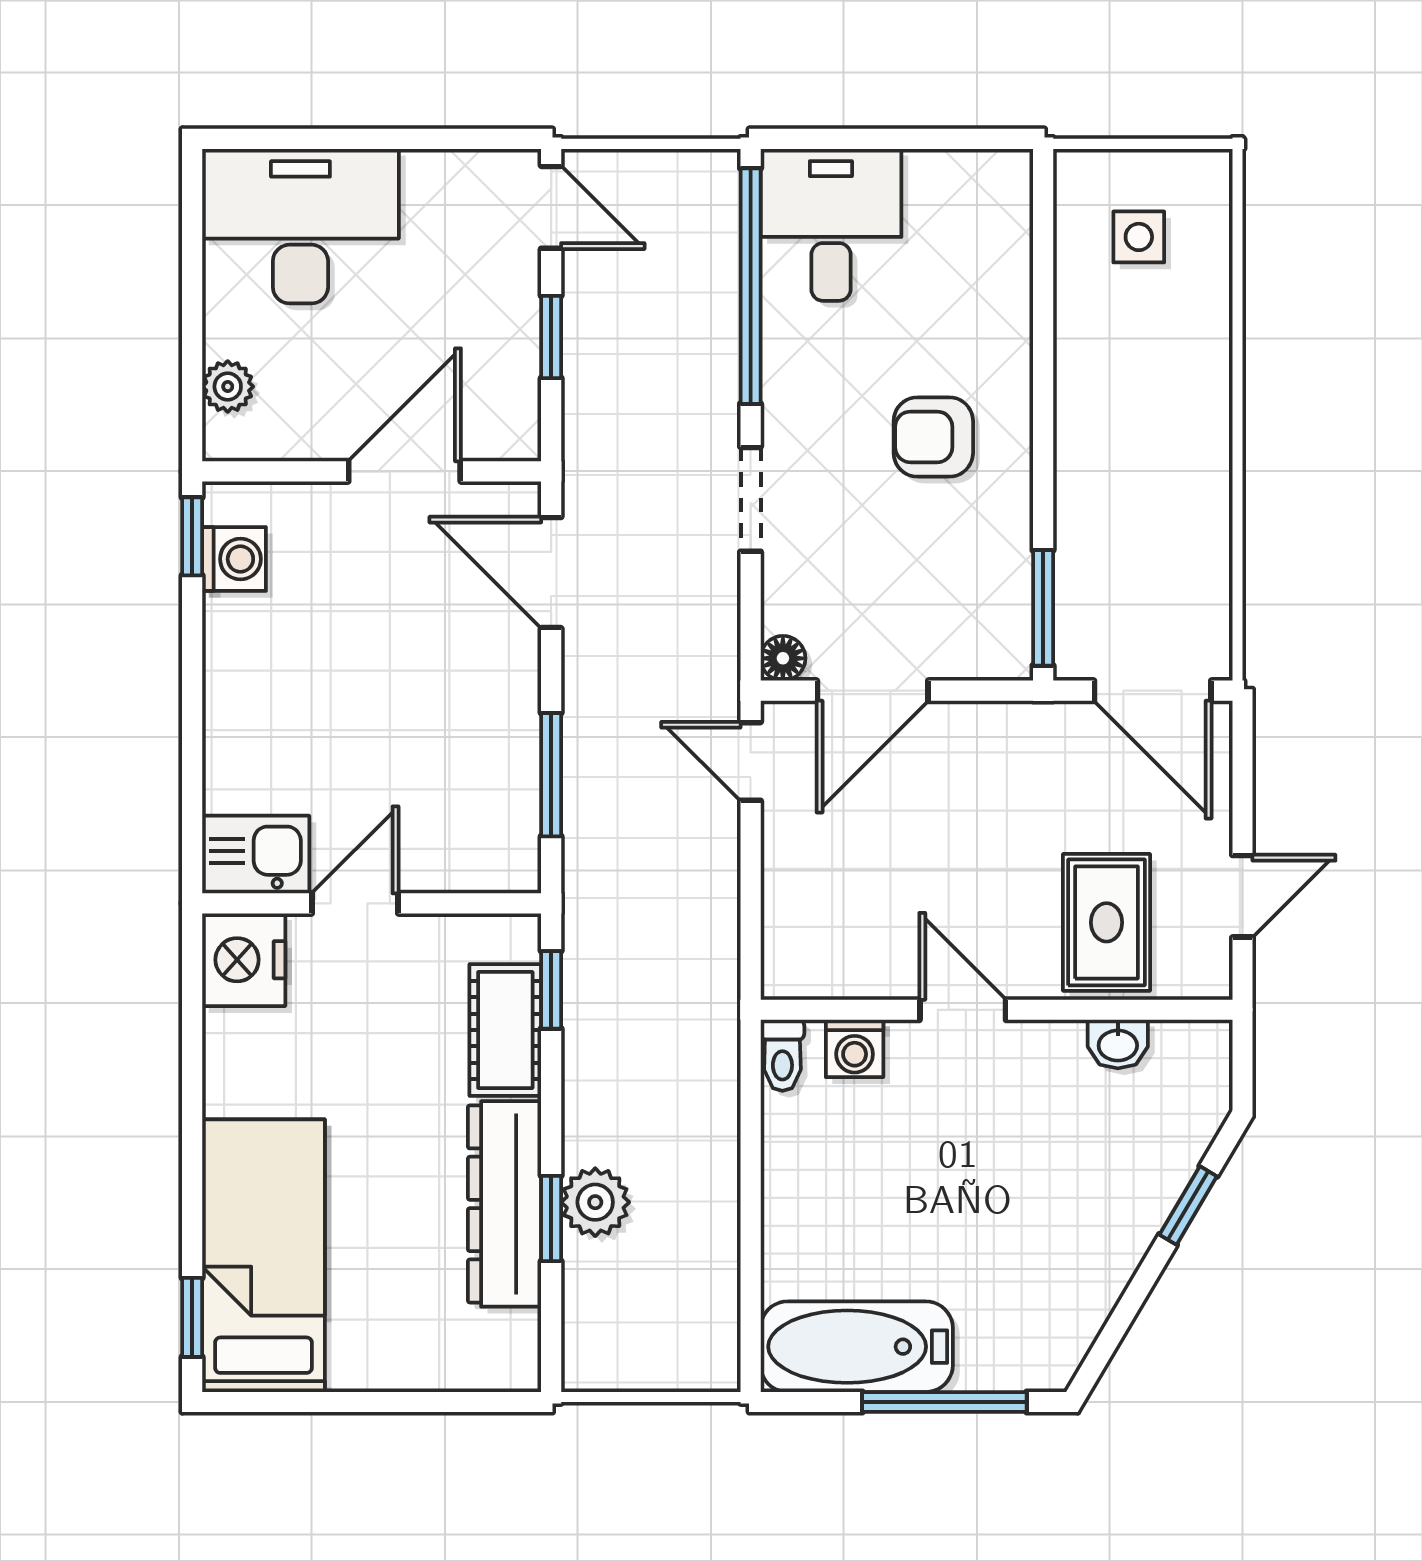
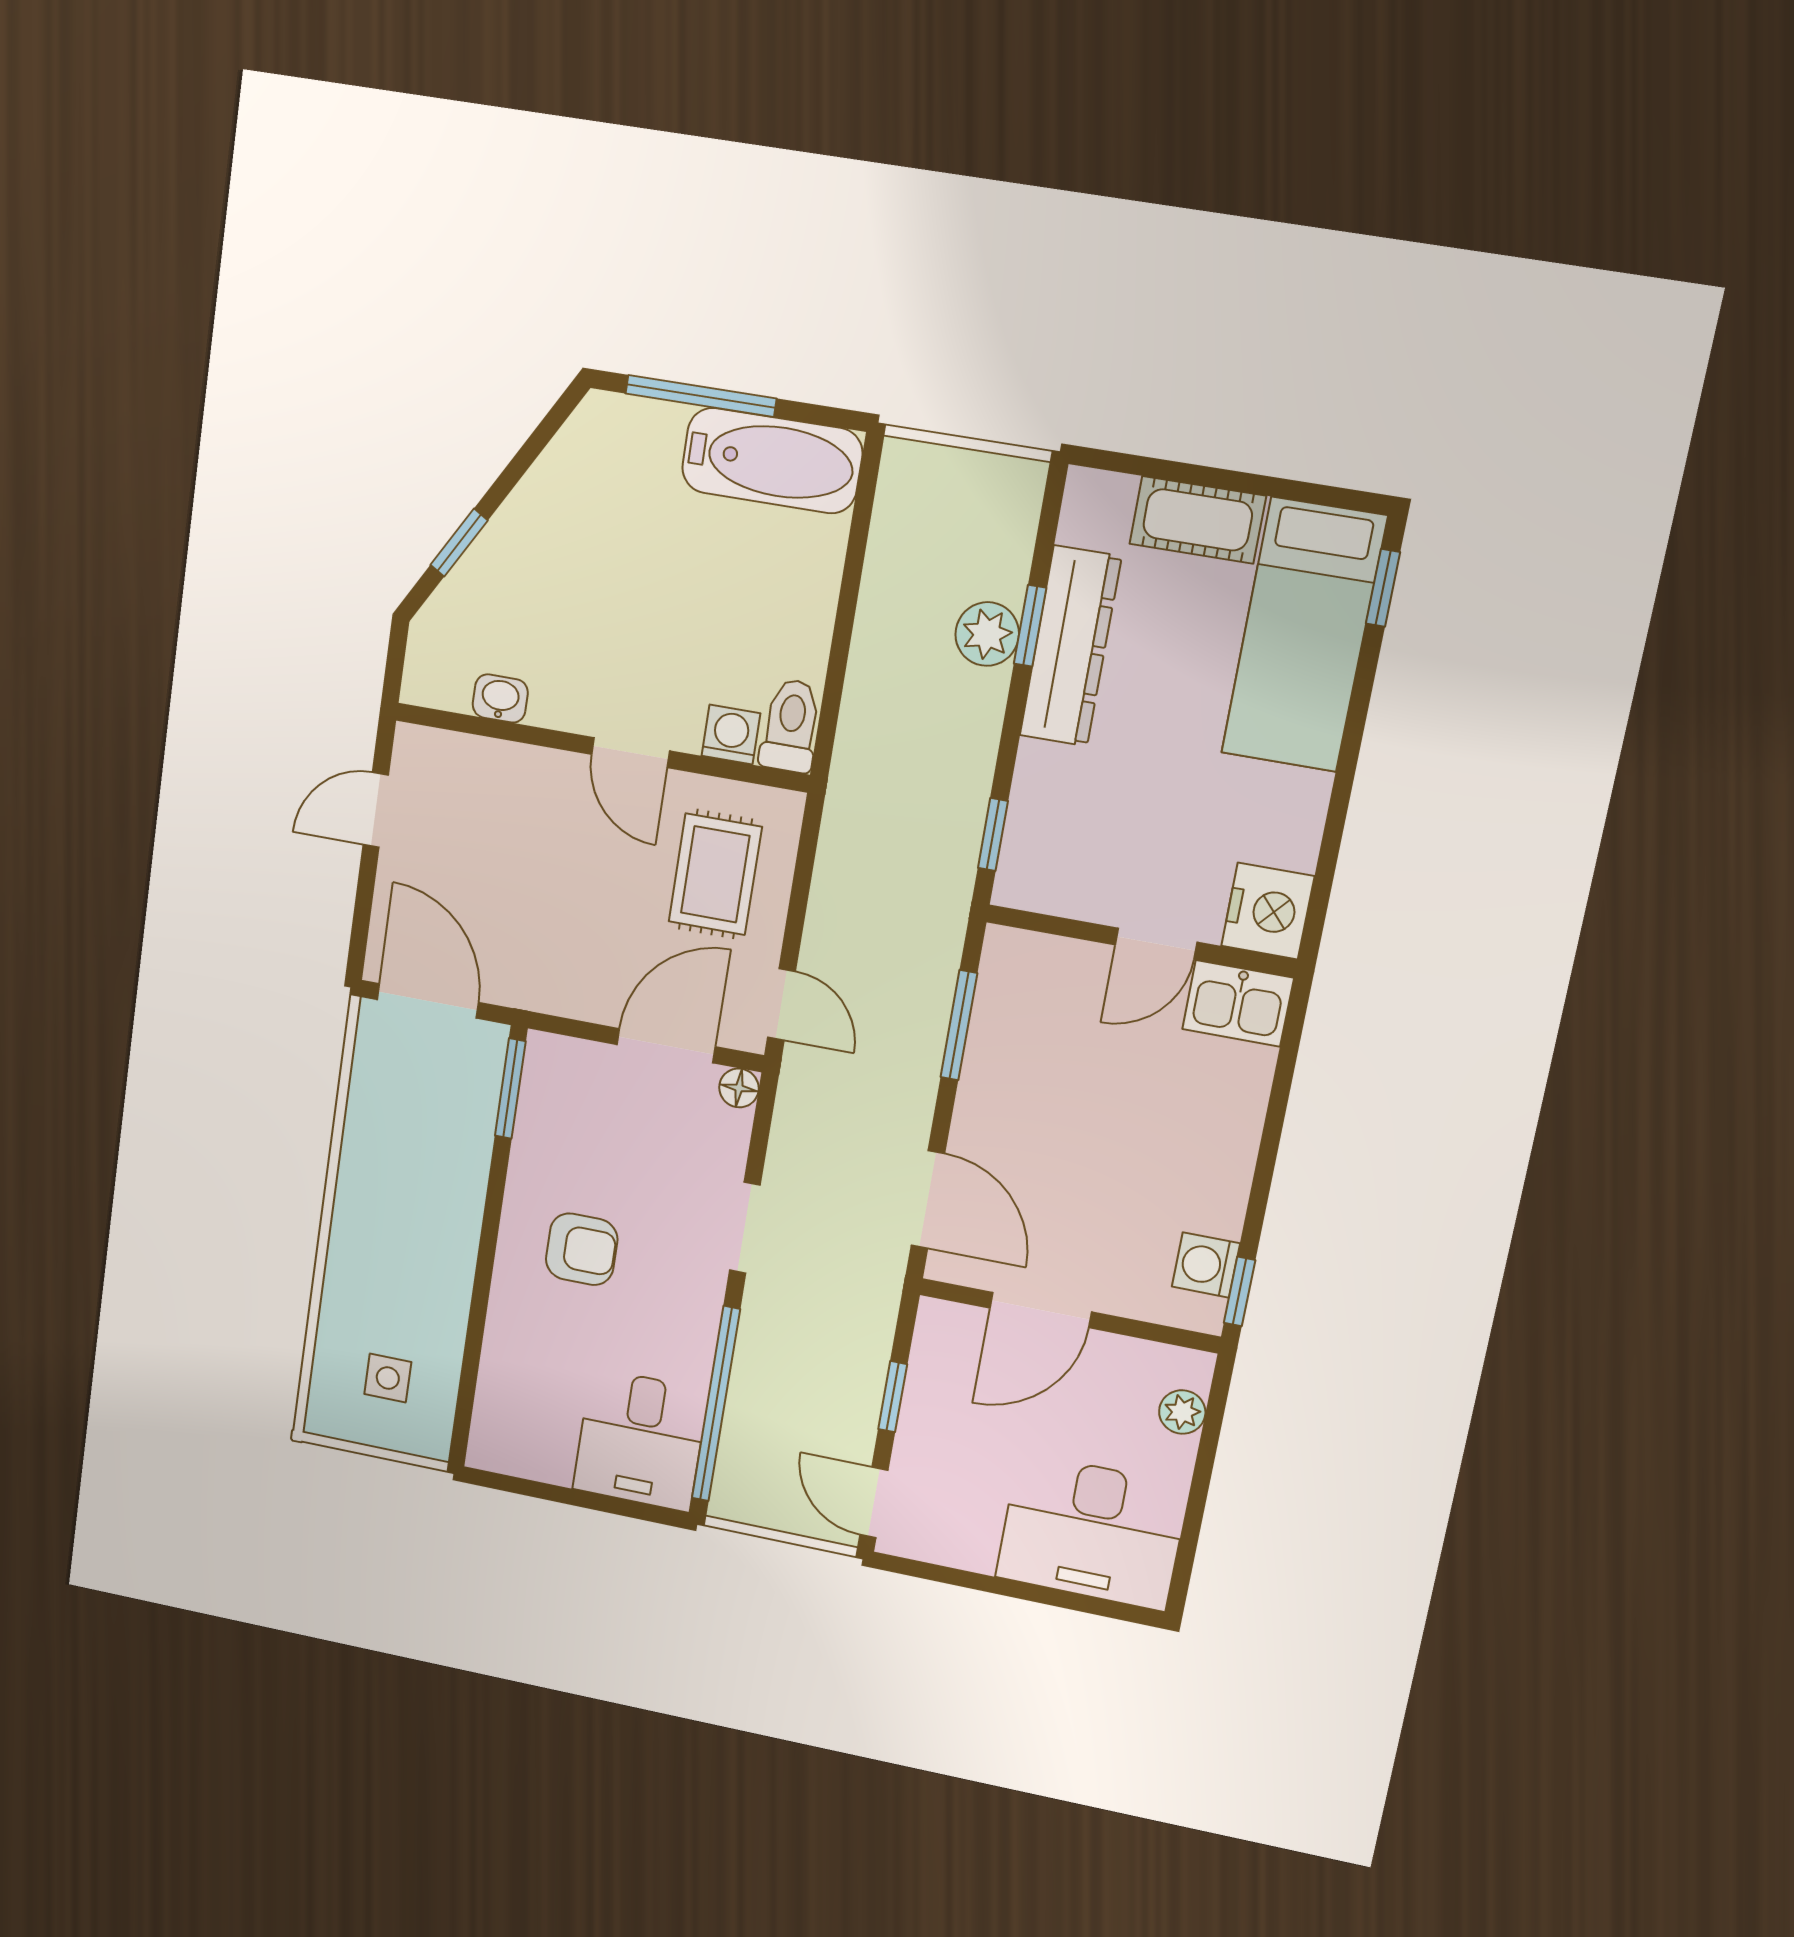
rug: (1107, 922) -> (715, 874), moved
cot: (505, 1030) -> (1198, 520), moved, turned 90
toilet: (782, 1055) -> (791, 726), width x1.37, depth x1.39

